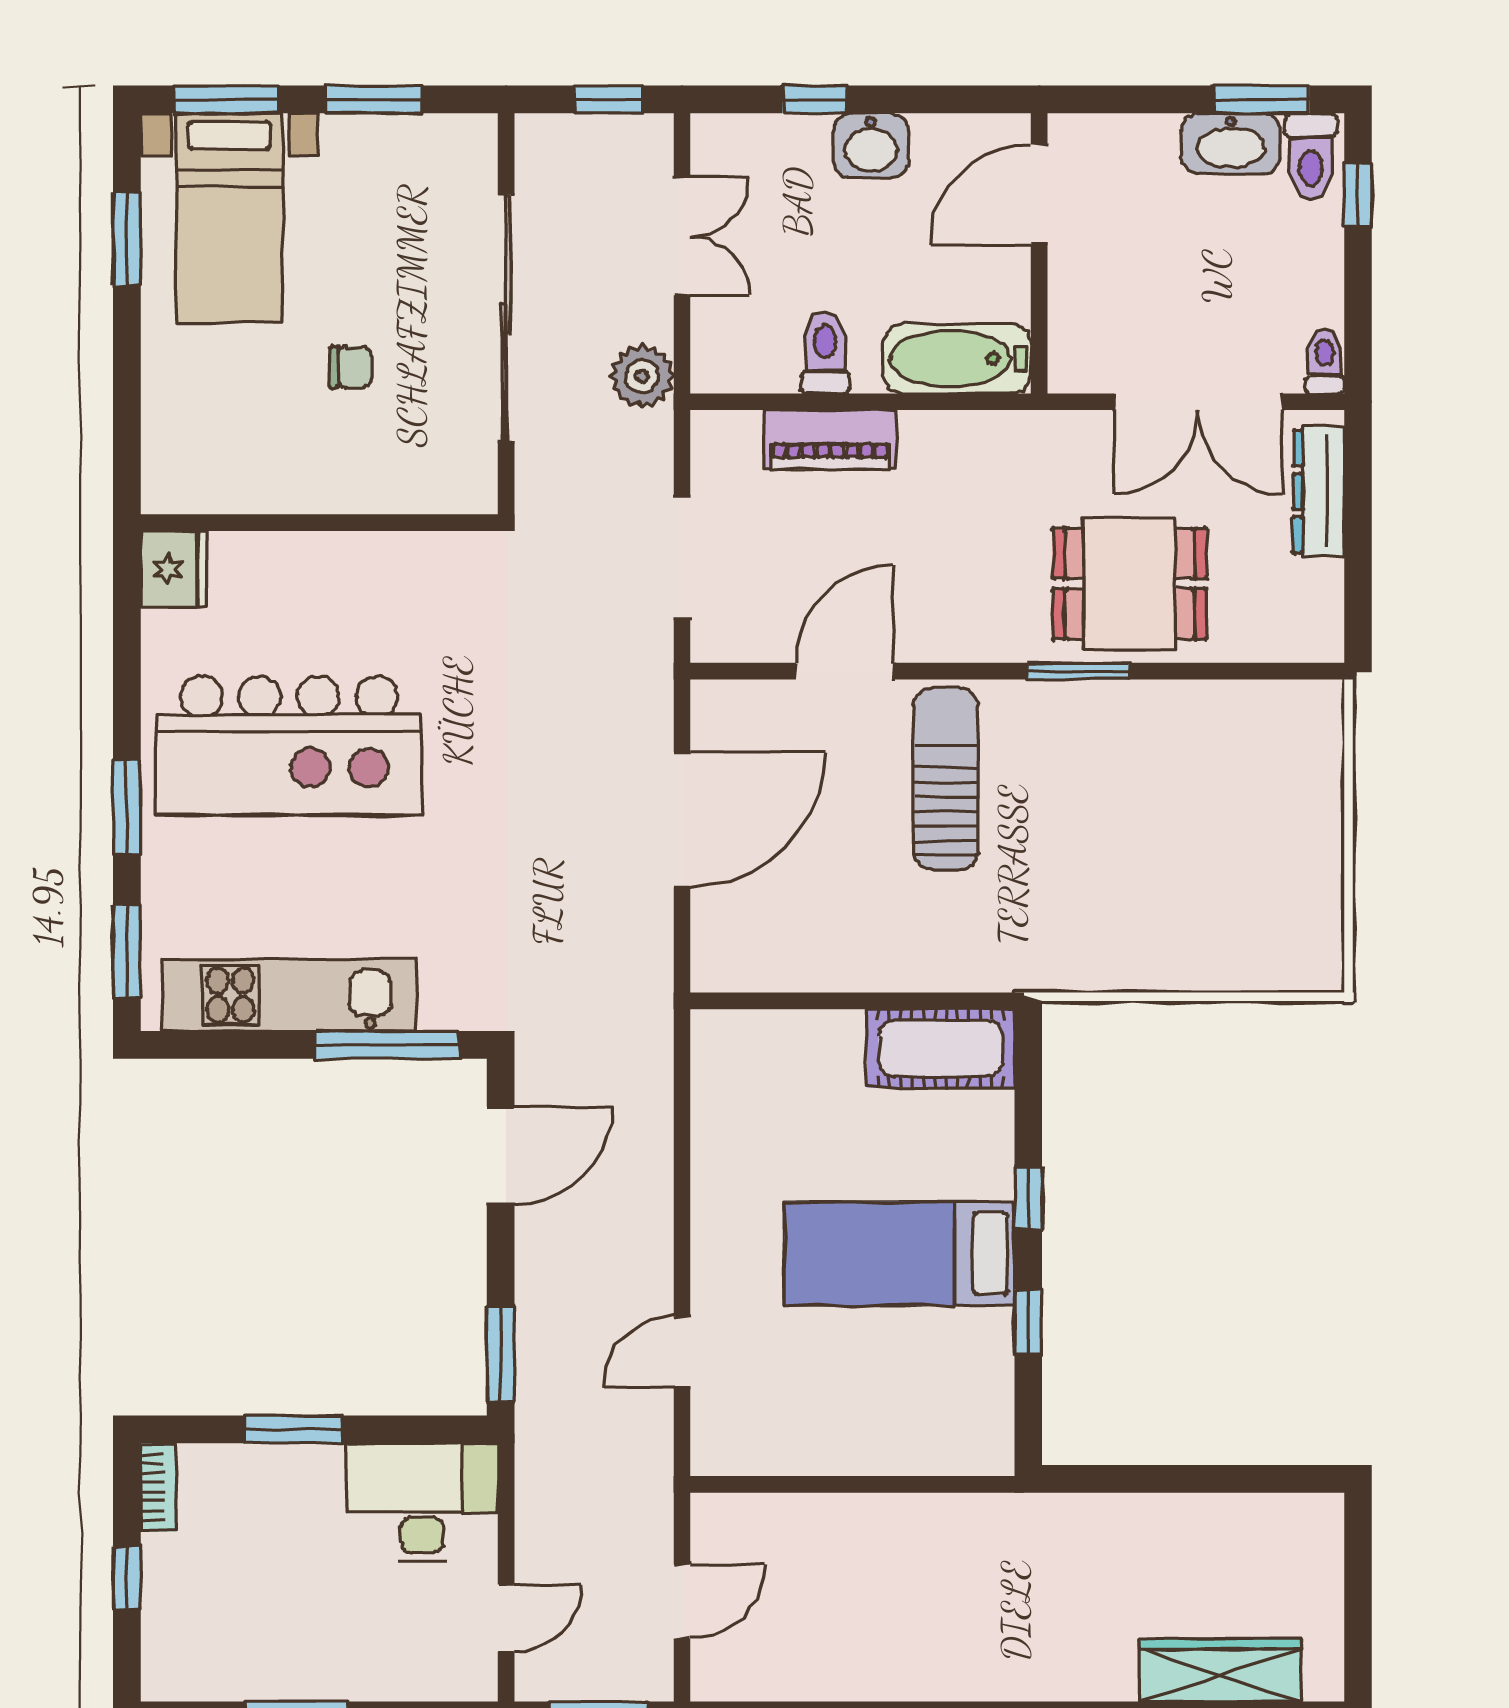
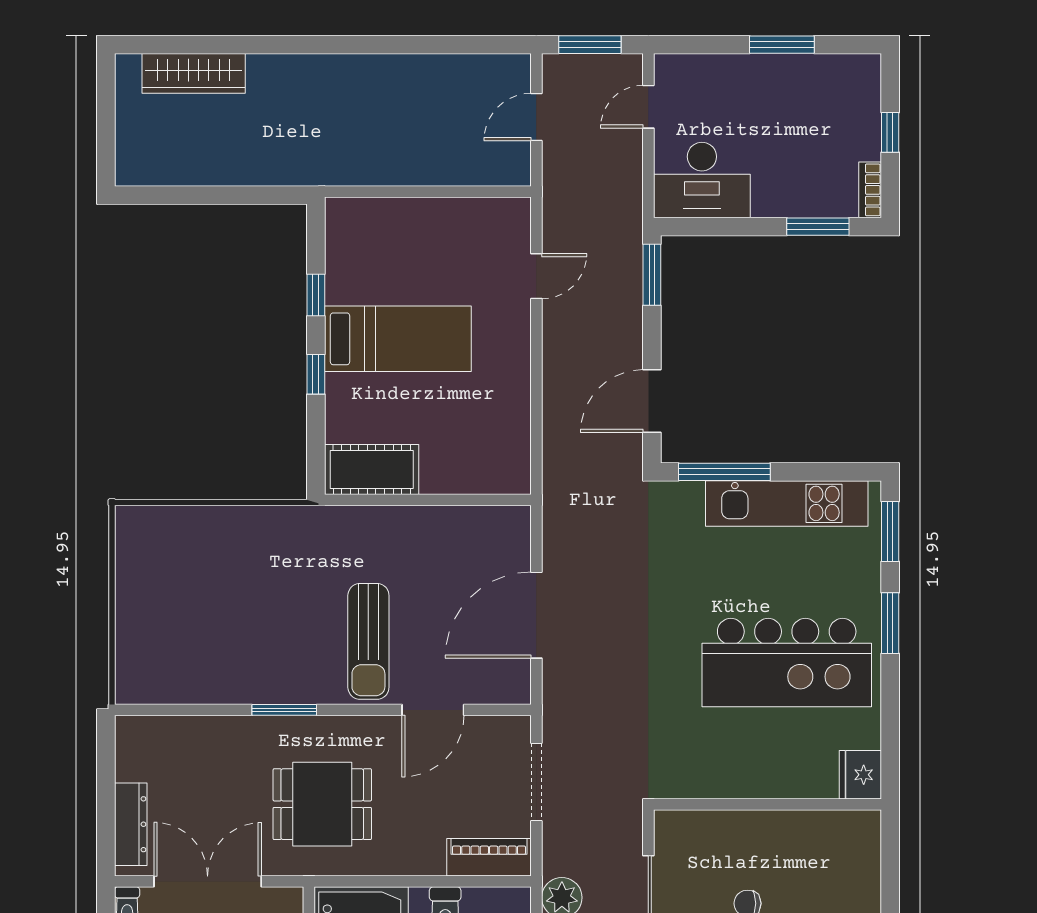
piano: (830, 440) -> (489, 857), moved
dining table: (1130, 584) -> (322, 804), moved
kitchen island: (289, 745) -> (787, 663), turned 180
window: (294, 1429) -> (818, 227), moved

